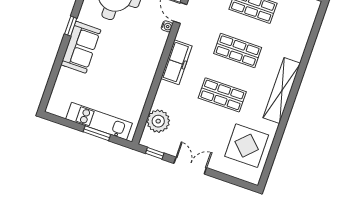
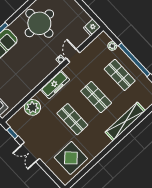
shelving: (282, 91) -> (125, 121), moved
plant: (158, 121) -> (32, 107), moved
double door: (190, 166) -> (30, 152), swing flipped

